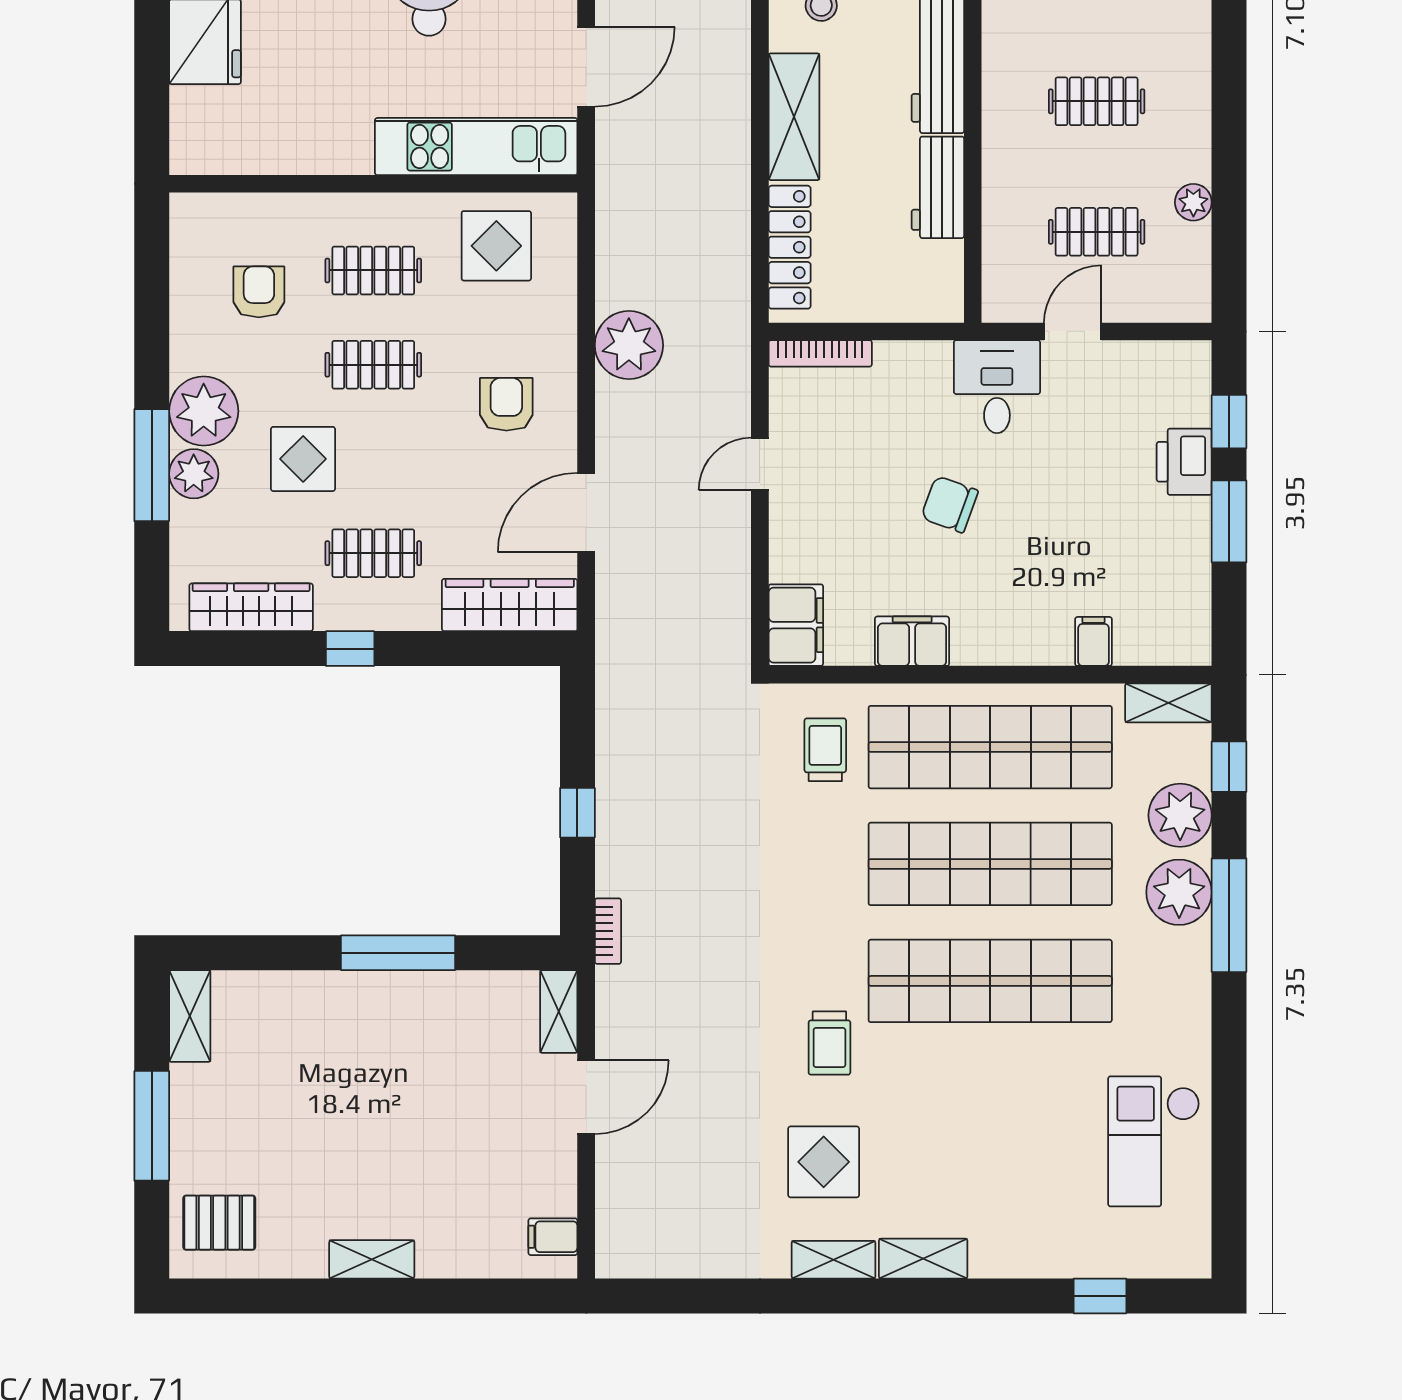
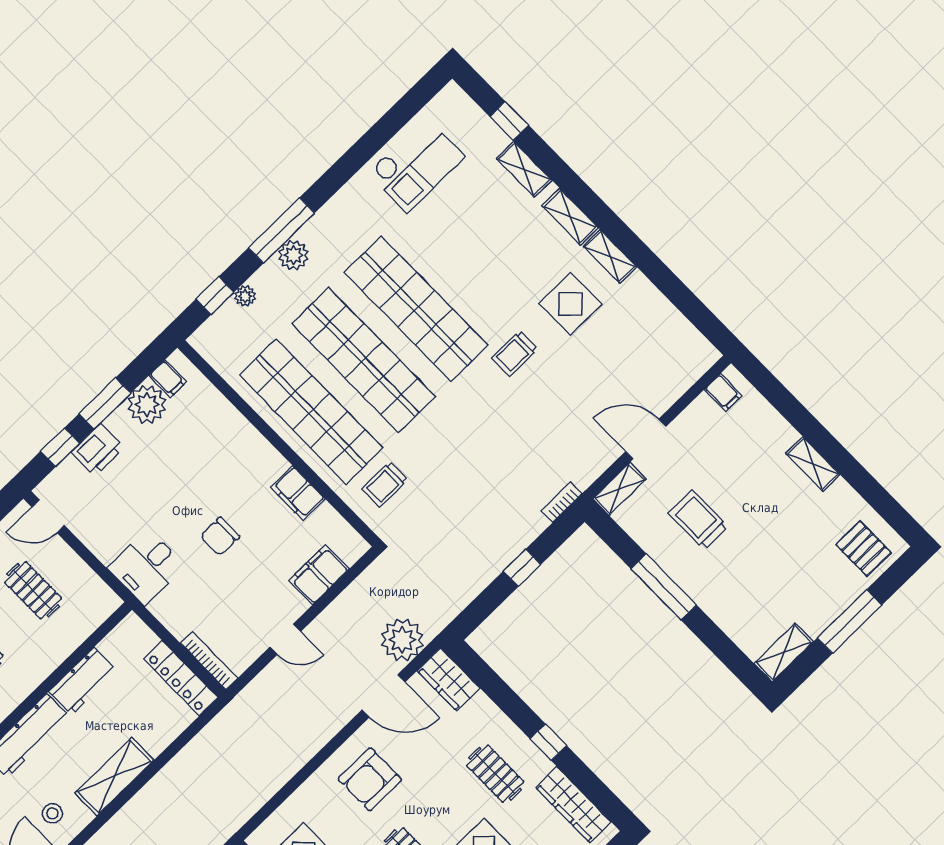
locker: (790, 247) -> (181, 678), moved, turned -90
door: (1073, 331) -> (48, 516), moved
plant: (629, 345) -> (402, 640), moved
armchair: (506, 404) -> (370, 779), width x1.38, depth x1.38
chair: (950, 504) -> (220, 536), turned 70
plant: (1181, 568) -> (147, 404), added
wardrobe: (510, 605) -> (449, 679), width x0.67
filing cabinet: (796, 625) -> (319, 575), moved
filing cabinet: (1093, 641) -> (168, 379), moved, turned -90
shelving: (1168, 703) -> (524, 169), moved
plant: (1180, 815) -> (245, 296), width x0.53, depth x0.53
plant: (1179, 892) -> (293, 255), width x0.73, depth x0.73
trolley: (829, 1043) -> (515, 354), turned 180
trolley: (436, 1067) -> (698, 520), added

